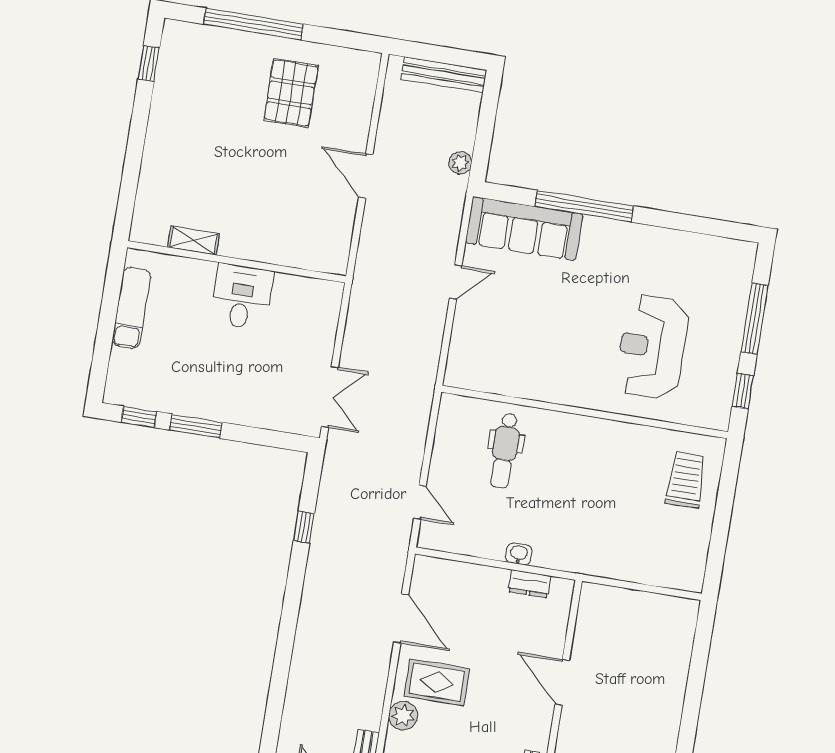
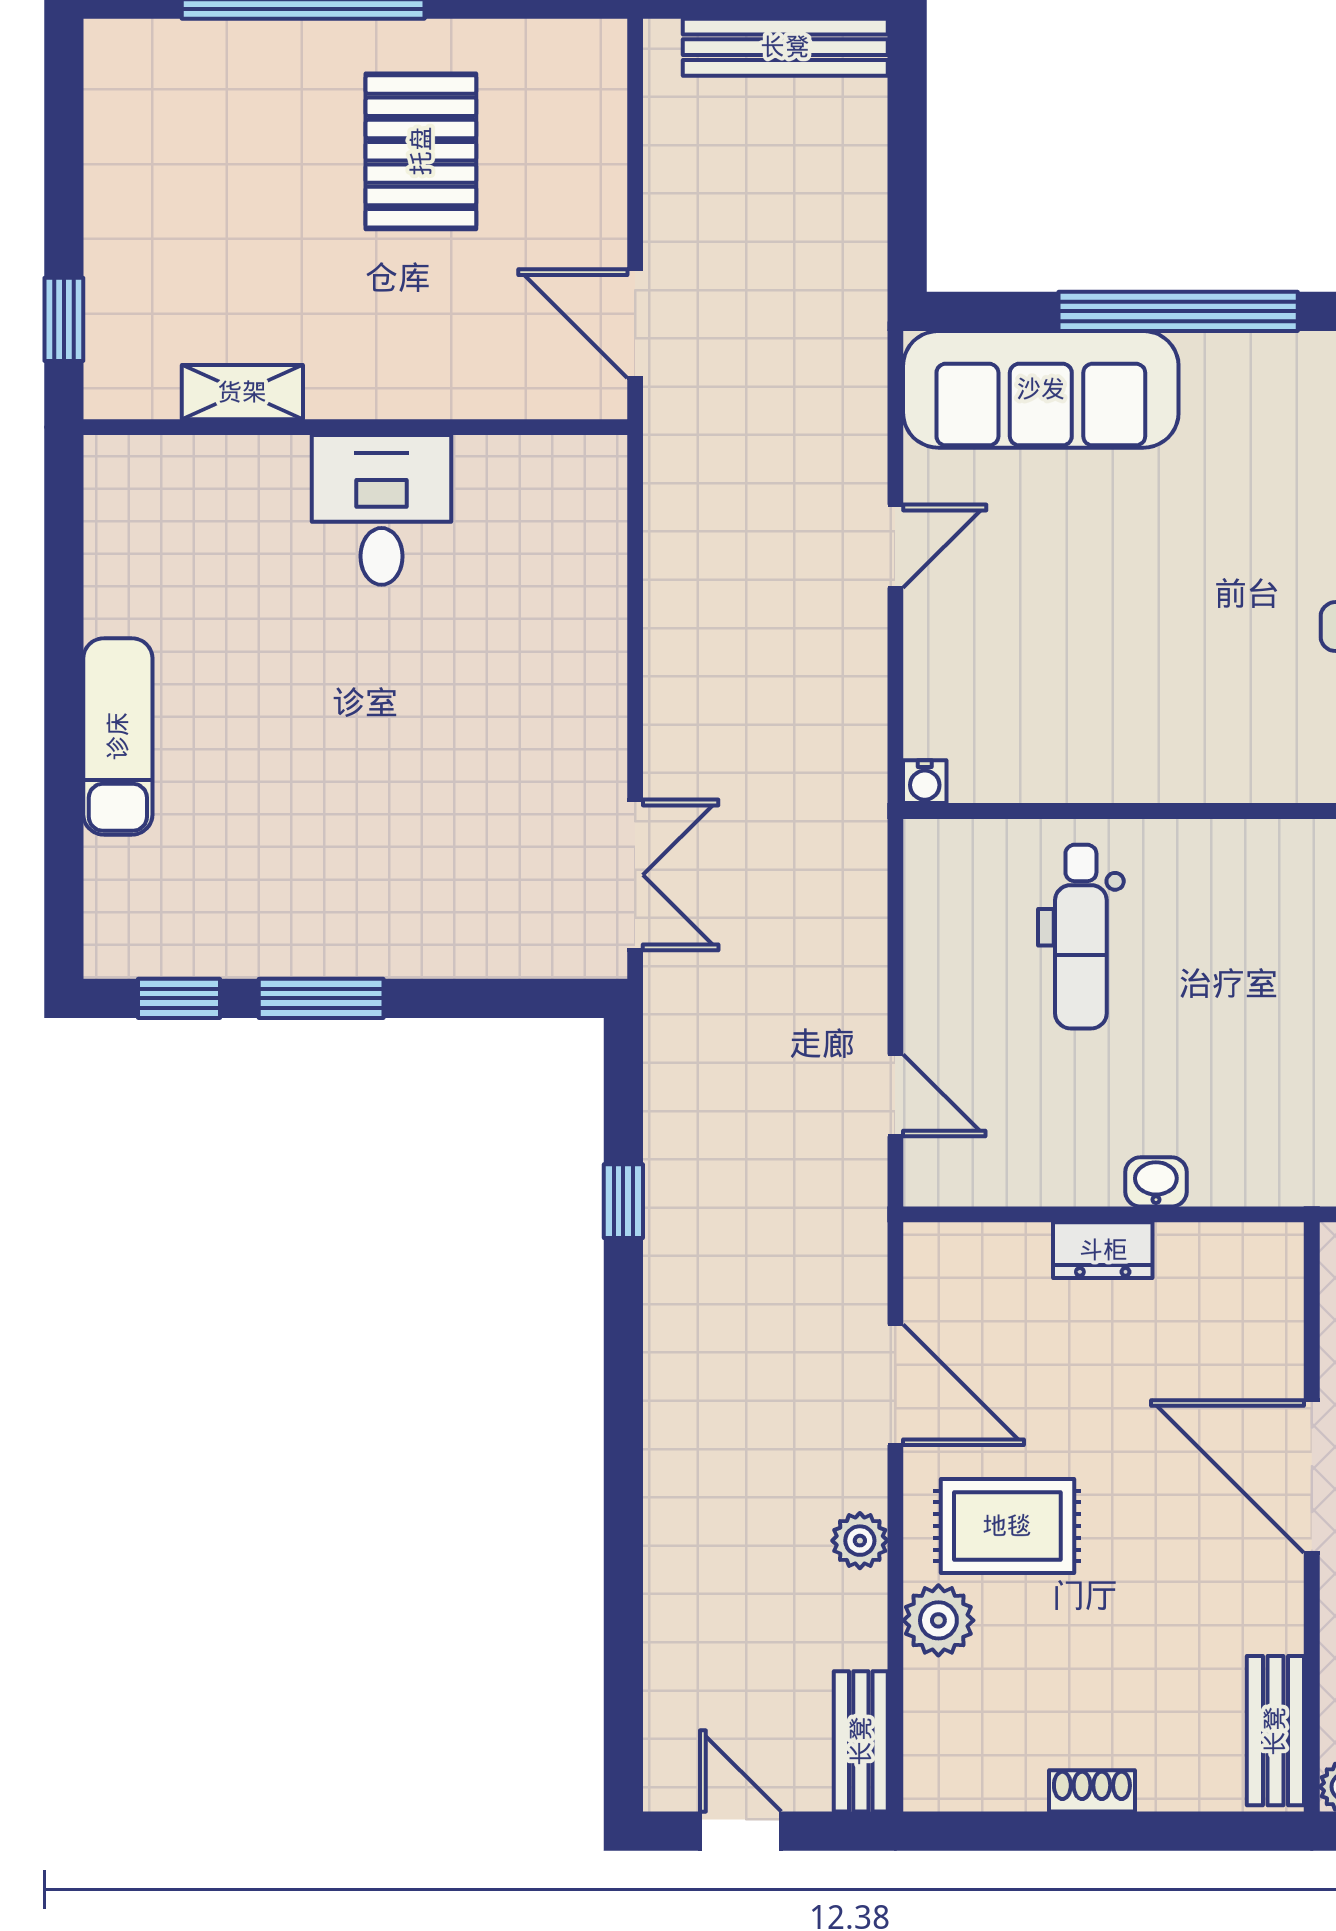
window: (149, 63) -> (64, 319), moved
plant: (460, 163) -> (860, 1541), moved
shelving: (194, 240) -> (242, 392), moved
wall: (237, 262) -> (355, 427), moved
desk: (242, 297) -> (382, 510), moved
water cooler: (452, 378) -> (925, 782), added
dresser: (529, 584) -> (1103, 1250), moved
door: (562, 682) -> (1312, 1476), width x1.36

